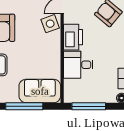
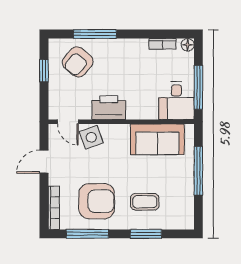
desk: (78, 65) -> (176, 101), moved
sofa: (40, 91) -> (157, 139), moved, turned -90

